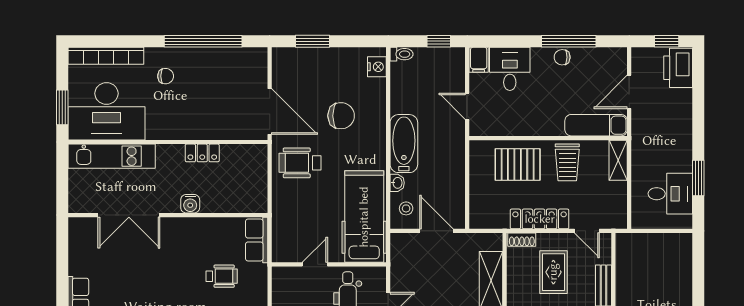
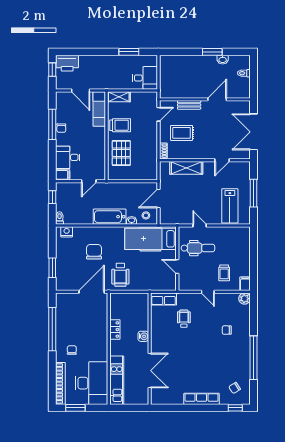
window: (62, 107) -> (75, 408), moved
desk: (670, 194) -> (145, 78), moved, turned 90
locker: (540, 219) -> (152, 141), removed

